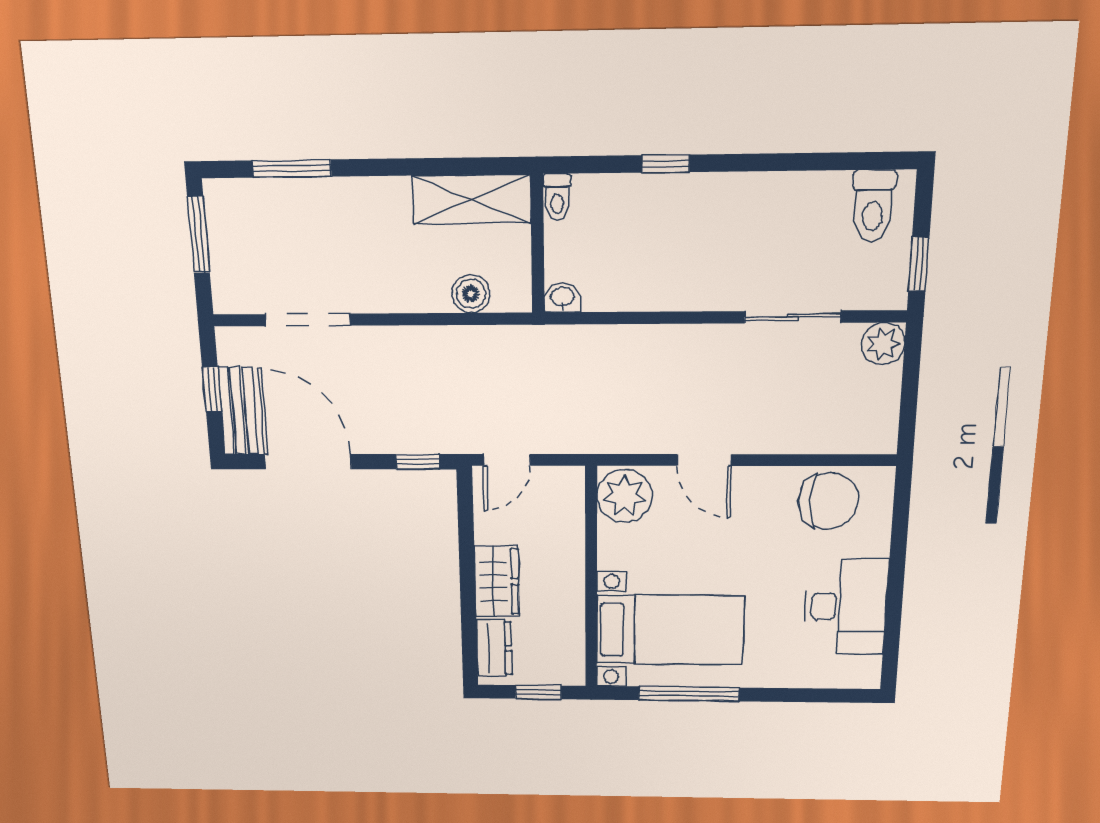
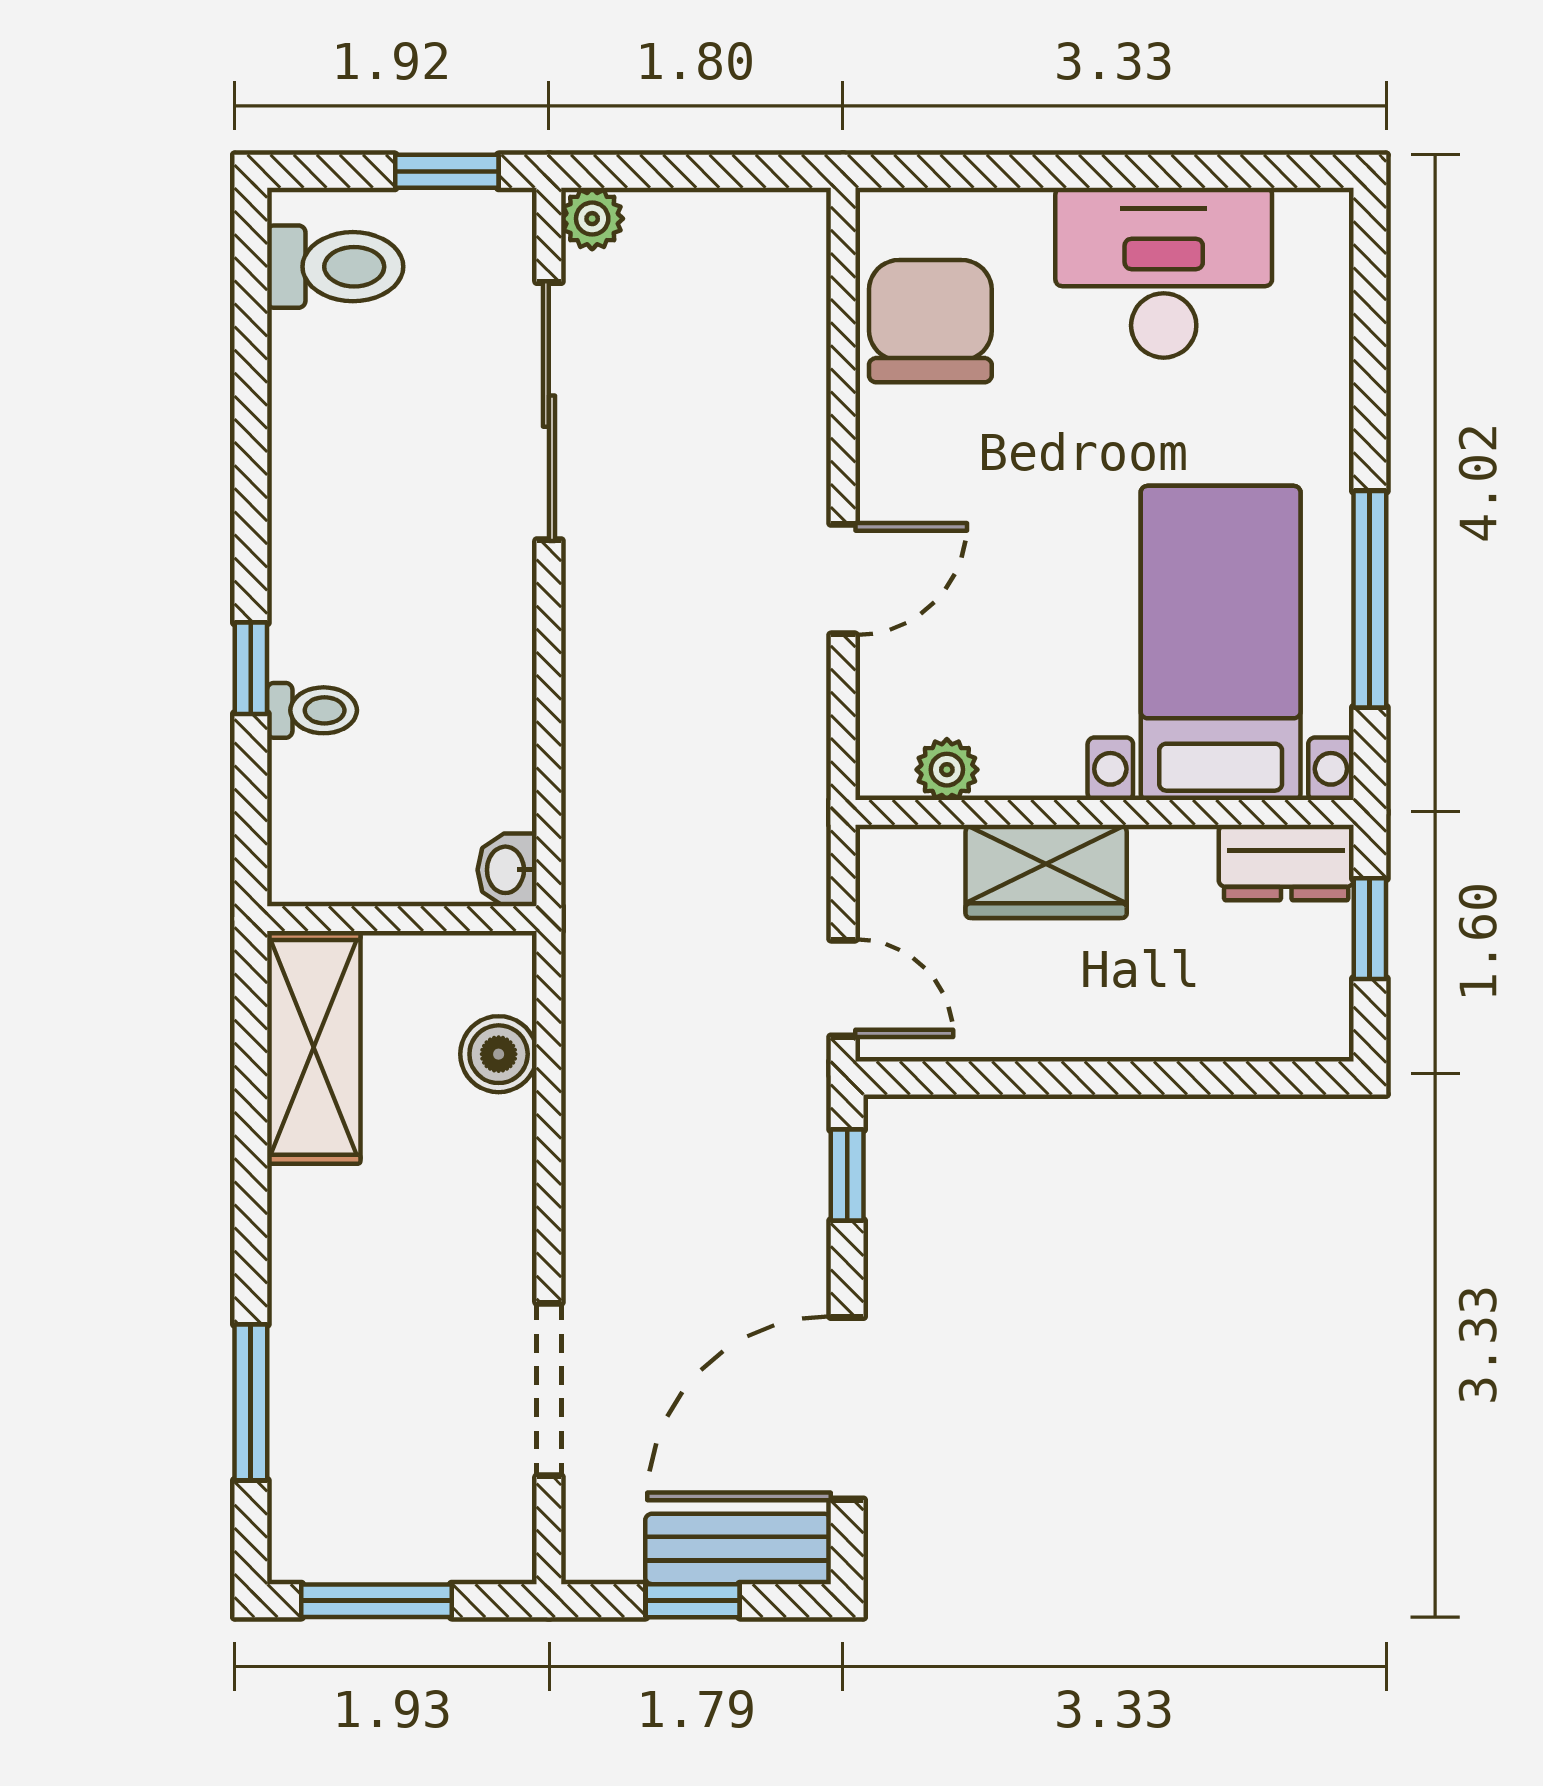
toilet: (557, 197) -> (312, 710), moved
sliding door: (793, 317) -> (549, 411), width x1.37
plant: (883, 344) -> (592, 219), width x0.73, depth x0.73
plant: (624, 496) -> (947, 770), width x0.53, depth x0.53
wardrobe: (497, 581) -> (1046, 871), moved, turned 180
dresser: (494, 648) -> (1286, 863), moved, turned 180

